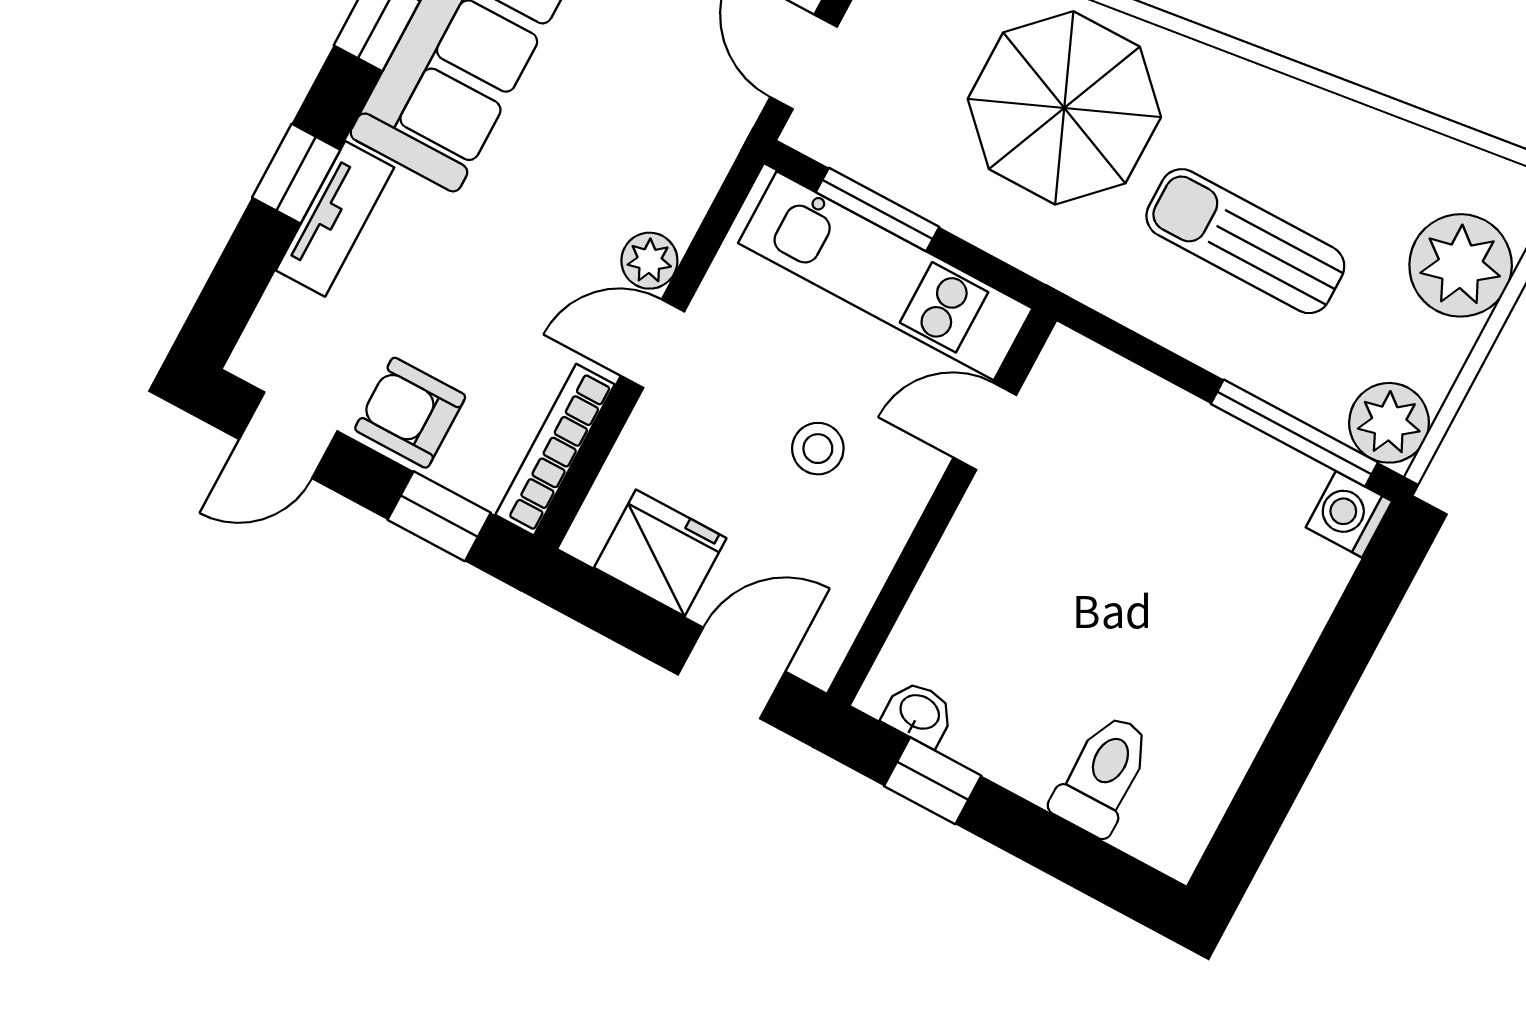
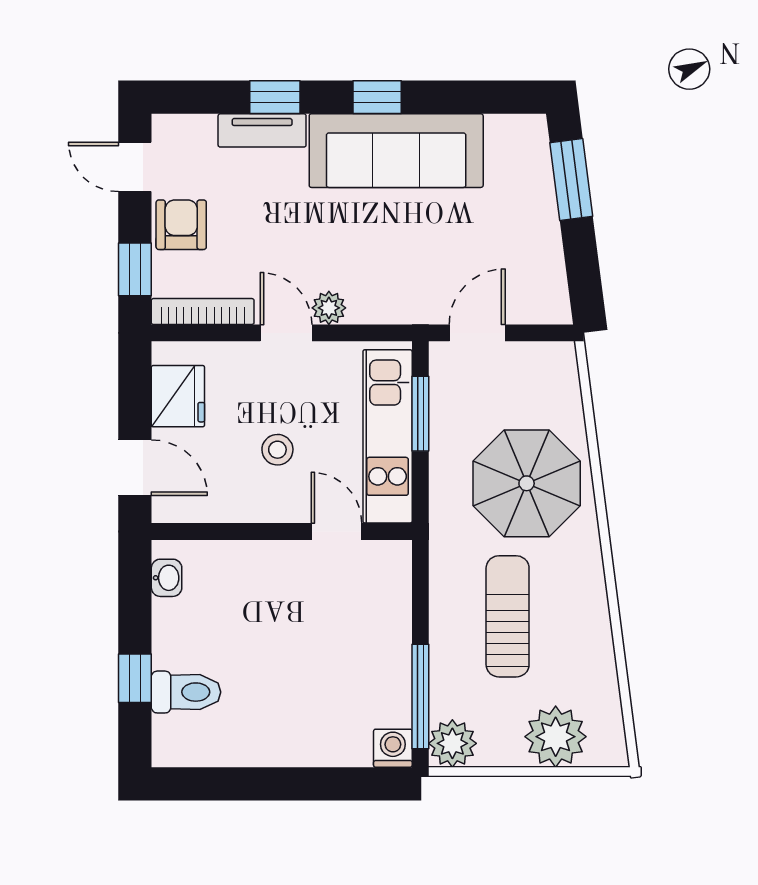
window: (933, 781) -> (135, 678), moved

